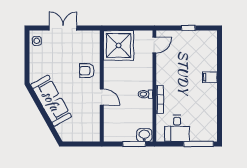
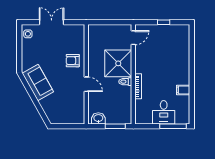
shower: (119, 45) -> (118, 63), moved
filing cabinet: (210, 77) -> (183, 90), moved
sofa: (51, 101) -> (38, 82), width x0.73
desk: (177, 128) -> (164, 112), moved
washbasin: (144, 135) -> (98, 118), moved

